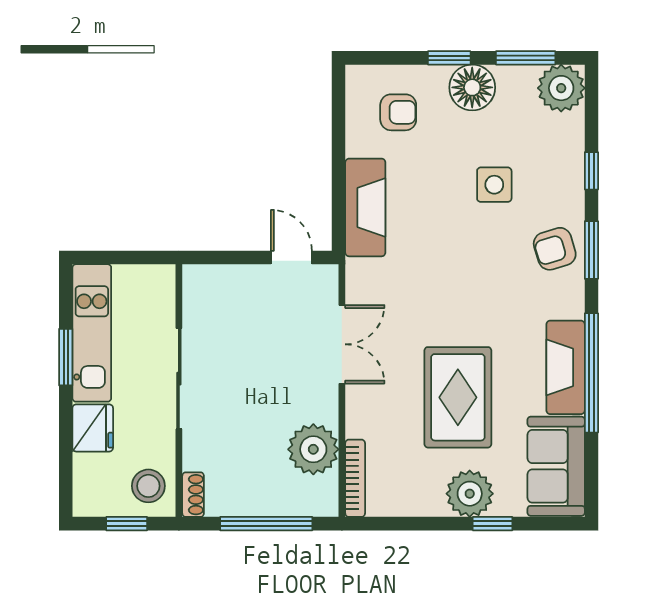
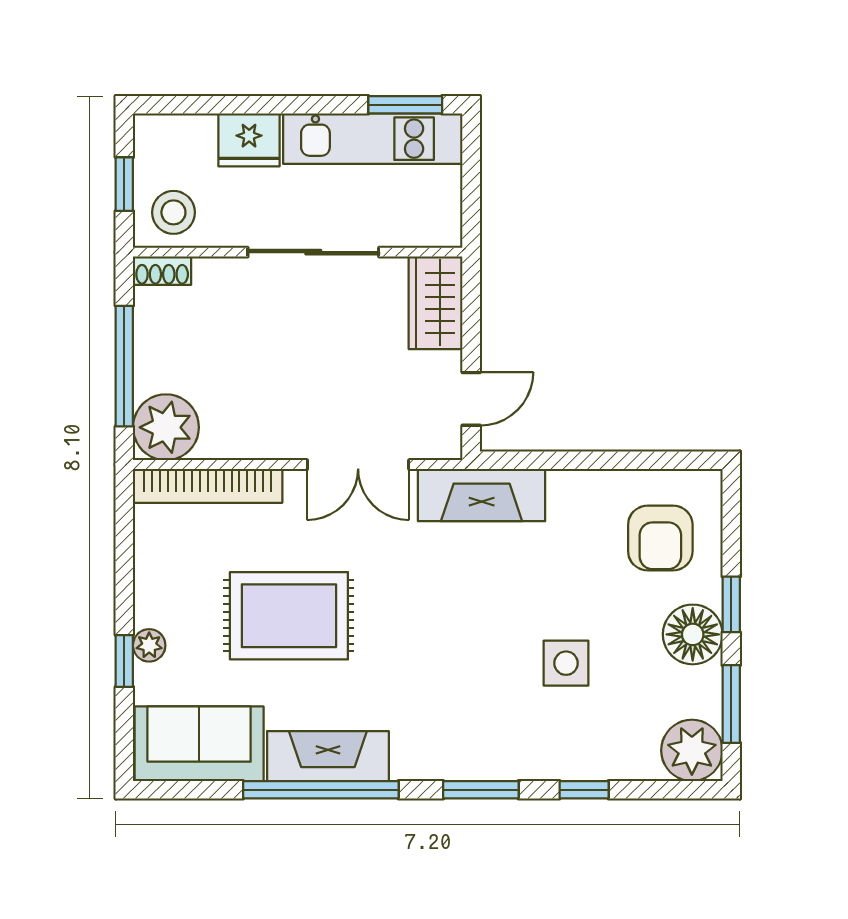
armchair: (398, 112) -> (660, 538), width x1.38, depth x1.38
fireplace: (365, 207) -> (482, 495), moved
armchair: (555, 249) -> (482, 742), removed
wardrobe: (218, 285) -> (436, 303), added
window: (66, 357) -> (405, 105), moved
plant: (313, 449) -> (166, 427), moved
bookcase: (355, 478) -> (208, 486), width x1.48, depth x1.31
plant: (470, 494) -> (149, 645), width x0.53, depth x0.53

